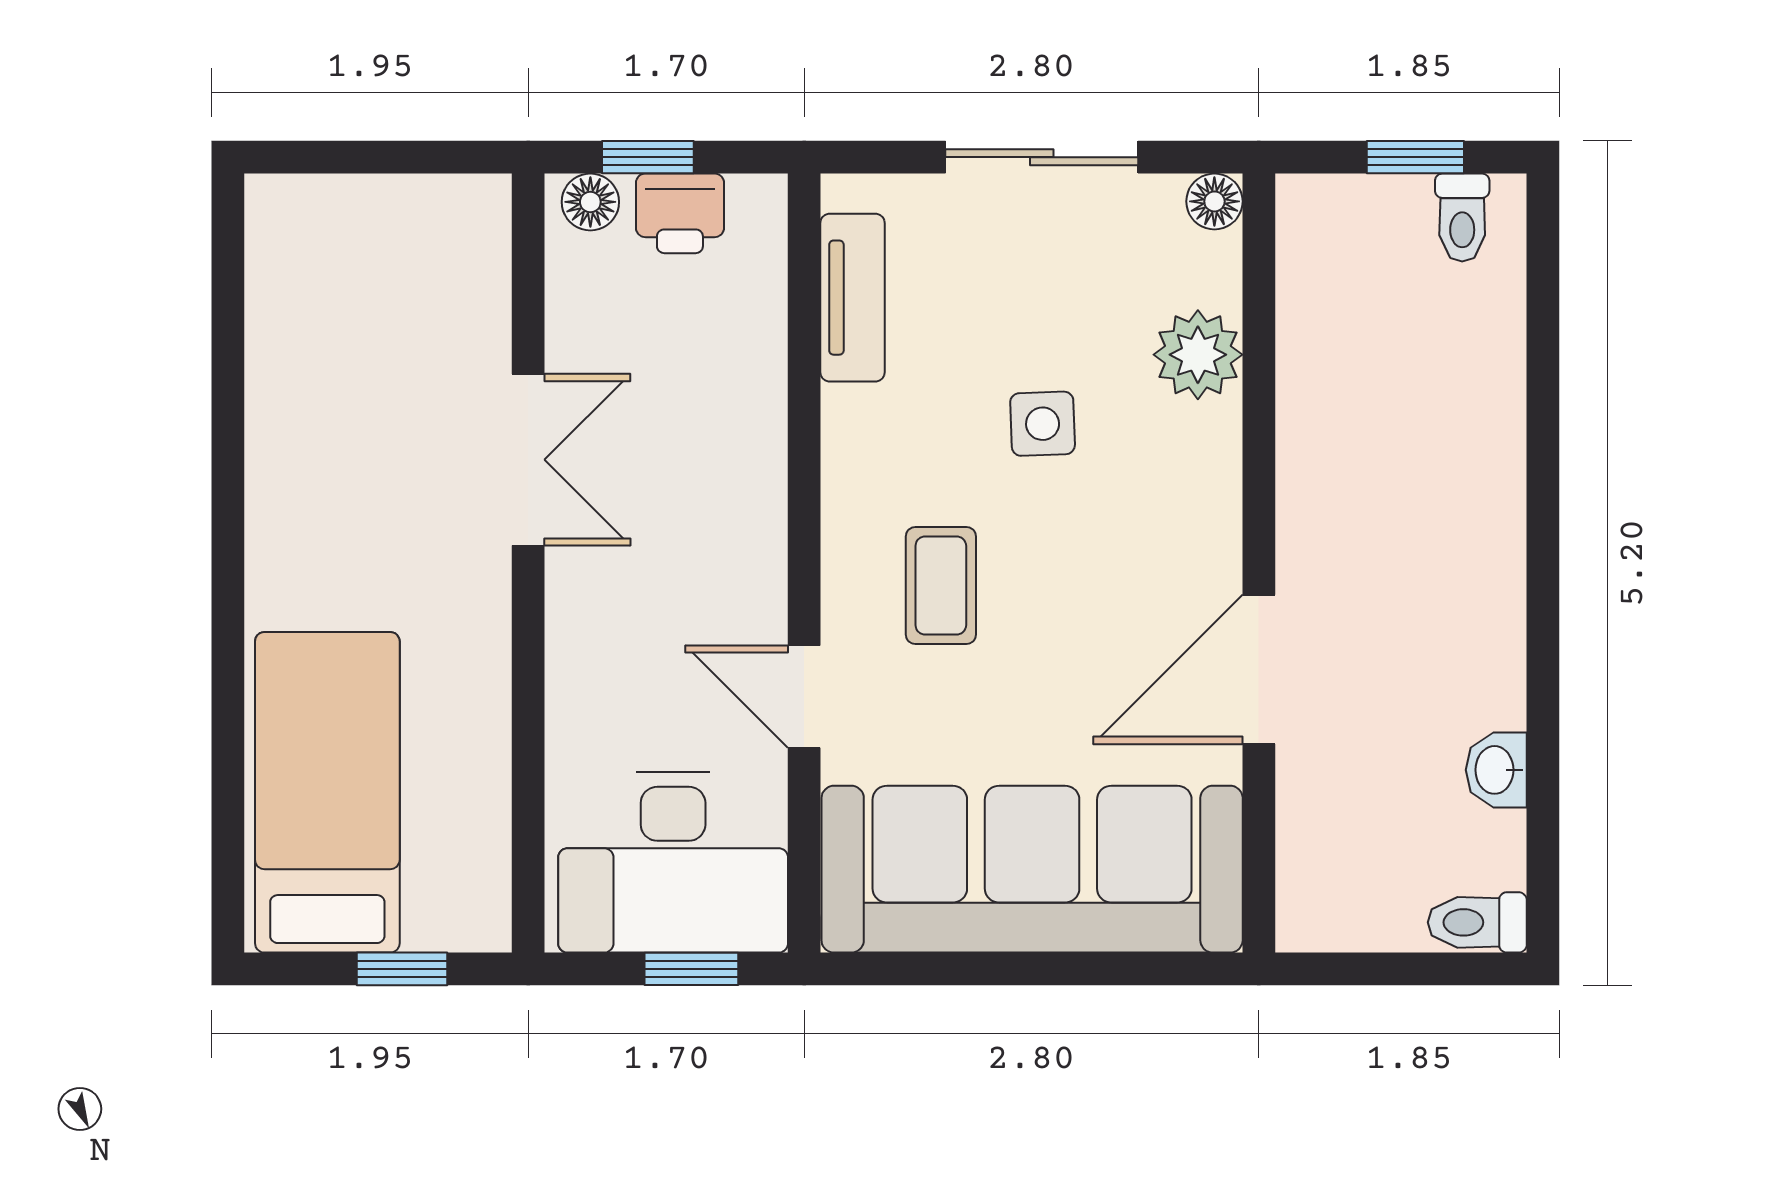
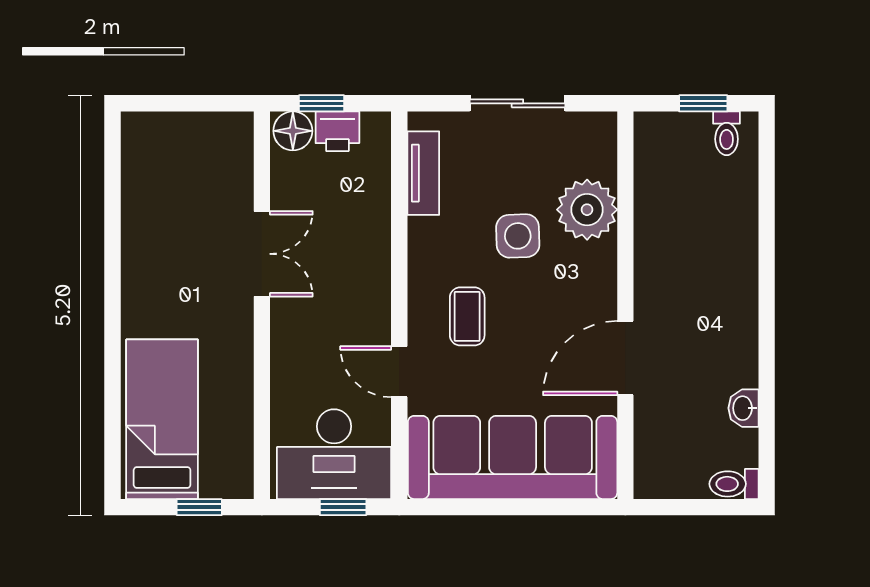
floor lamp: (1214, 201) -> (603, 125), removed
floor lamp: (590, 202) -> (293, 131), width x1.37, depth x1.37
plant: (1198, 355) -> (587, 210), width x1.36, depth x1.36
side table: (1043, 424) -> (518, 236), width x1.37, depth x1.37

